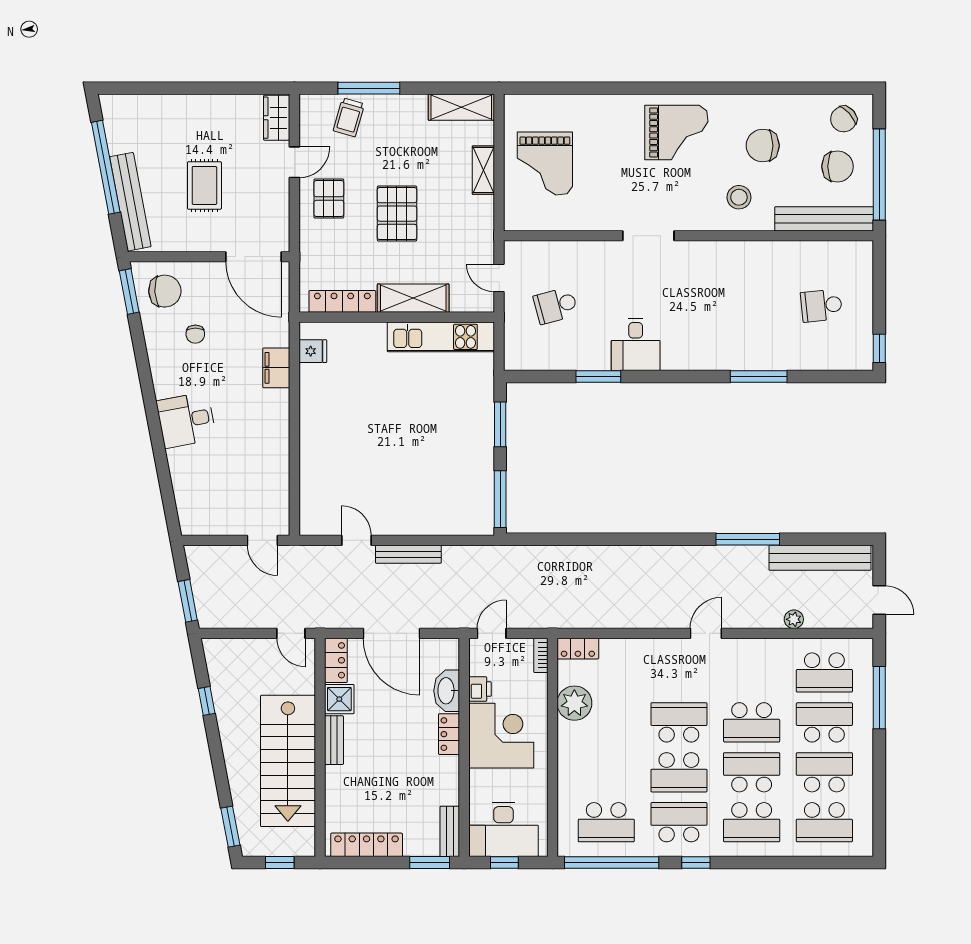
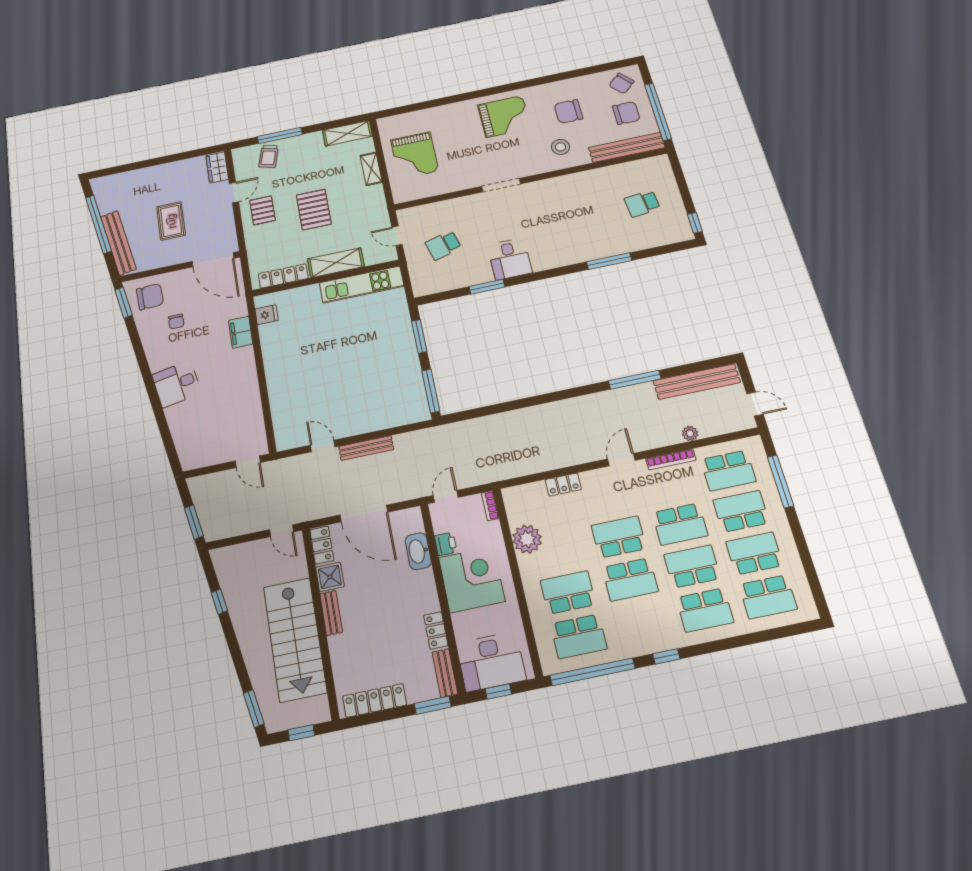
bookcase: (763, 645) -> (671, 459), added
locker: (578, 649) -> (563, 485), moved
locker: (449, 734) -> (436, 630), moved
school desk: (679, 822) -> (568, 592), moved

